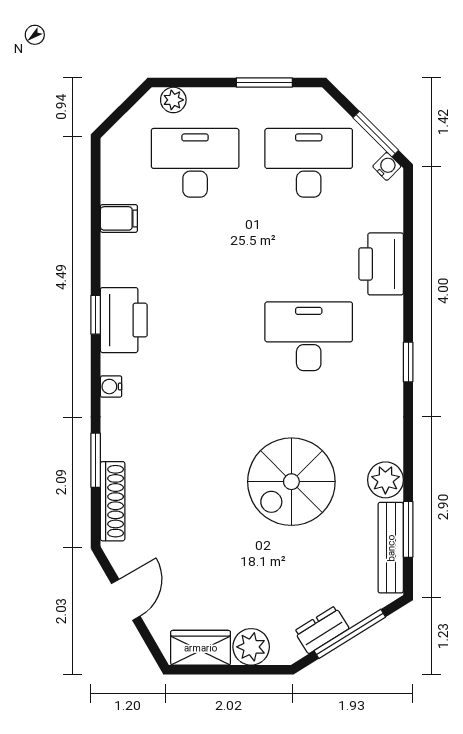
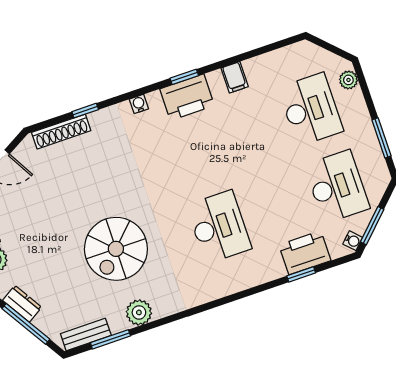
filing cabinet: (119, 218) -> (235, 77), moved
printer: (381, 264) -> (305, 253), moved
window: (408, 362) -> (301, 274), moved
window: (96, 460) -> (85, 111), width x0.67
spiral stairs: (291, 482) -> (116, 249), turned -90
bench: (391, 548) -> (86, 335), width x0.73

